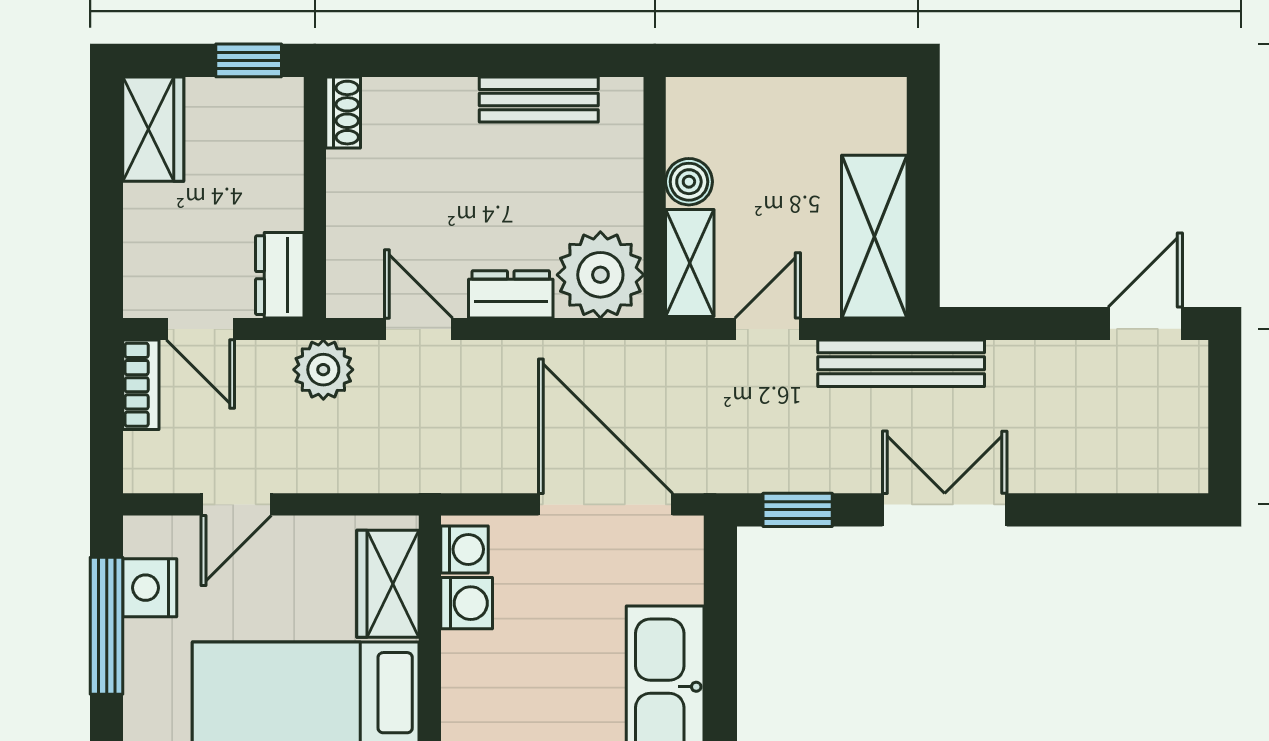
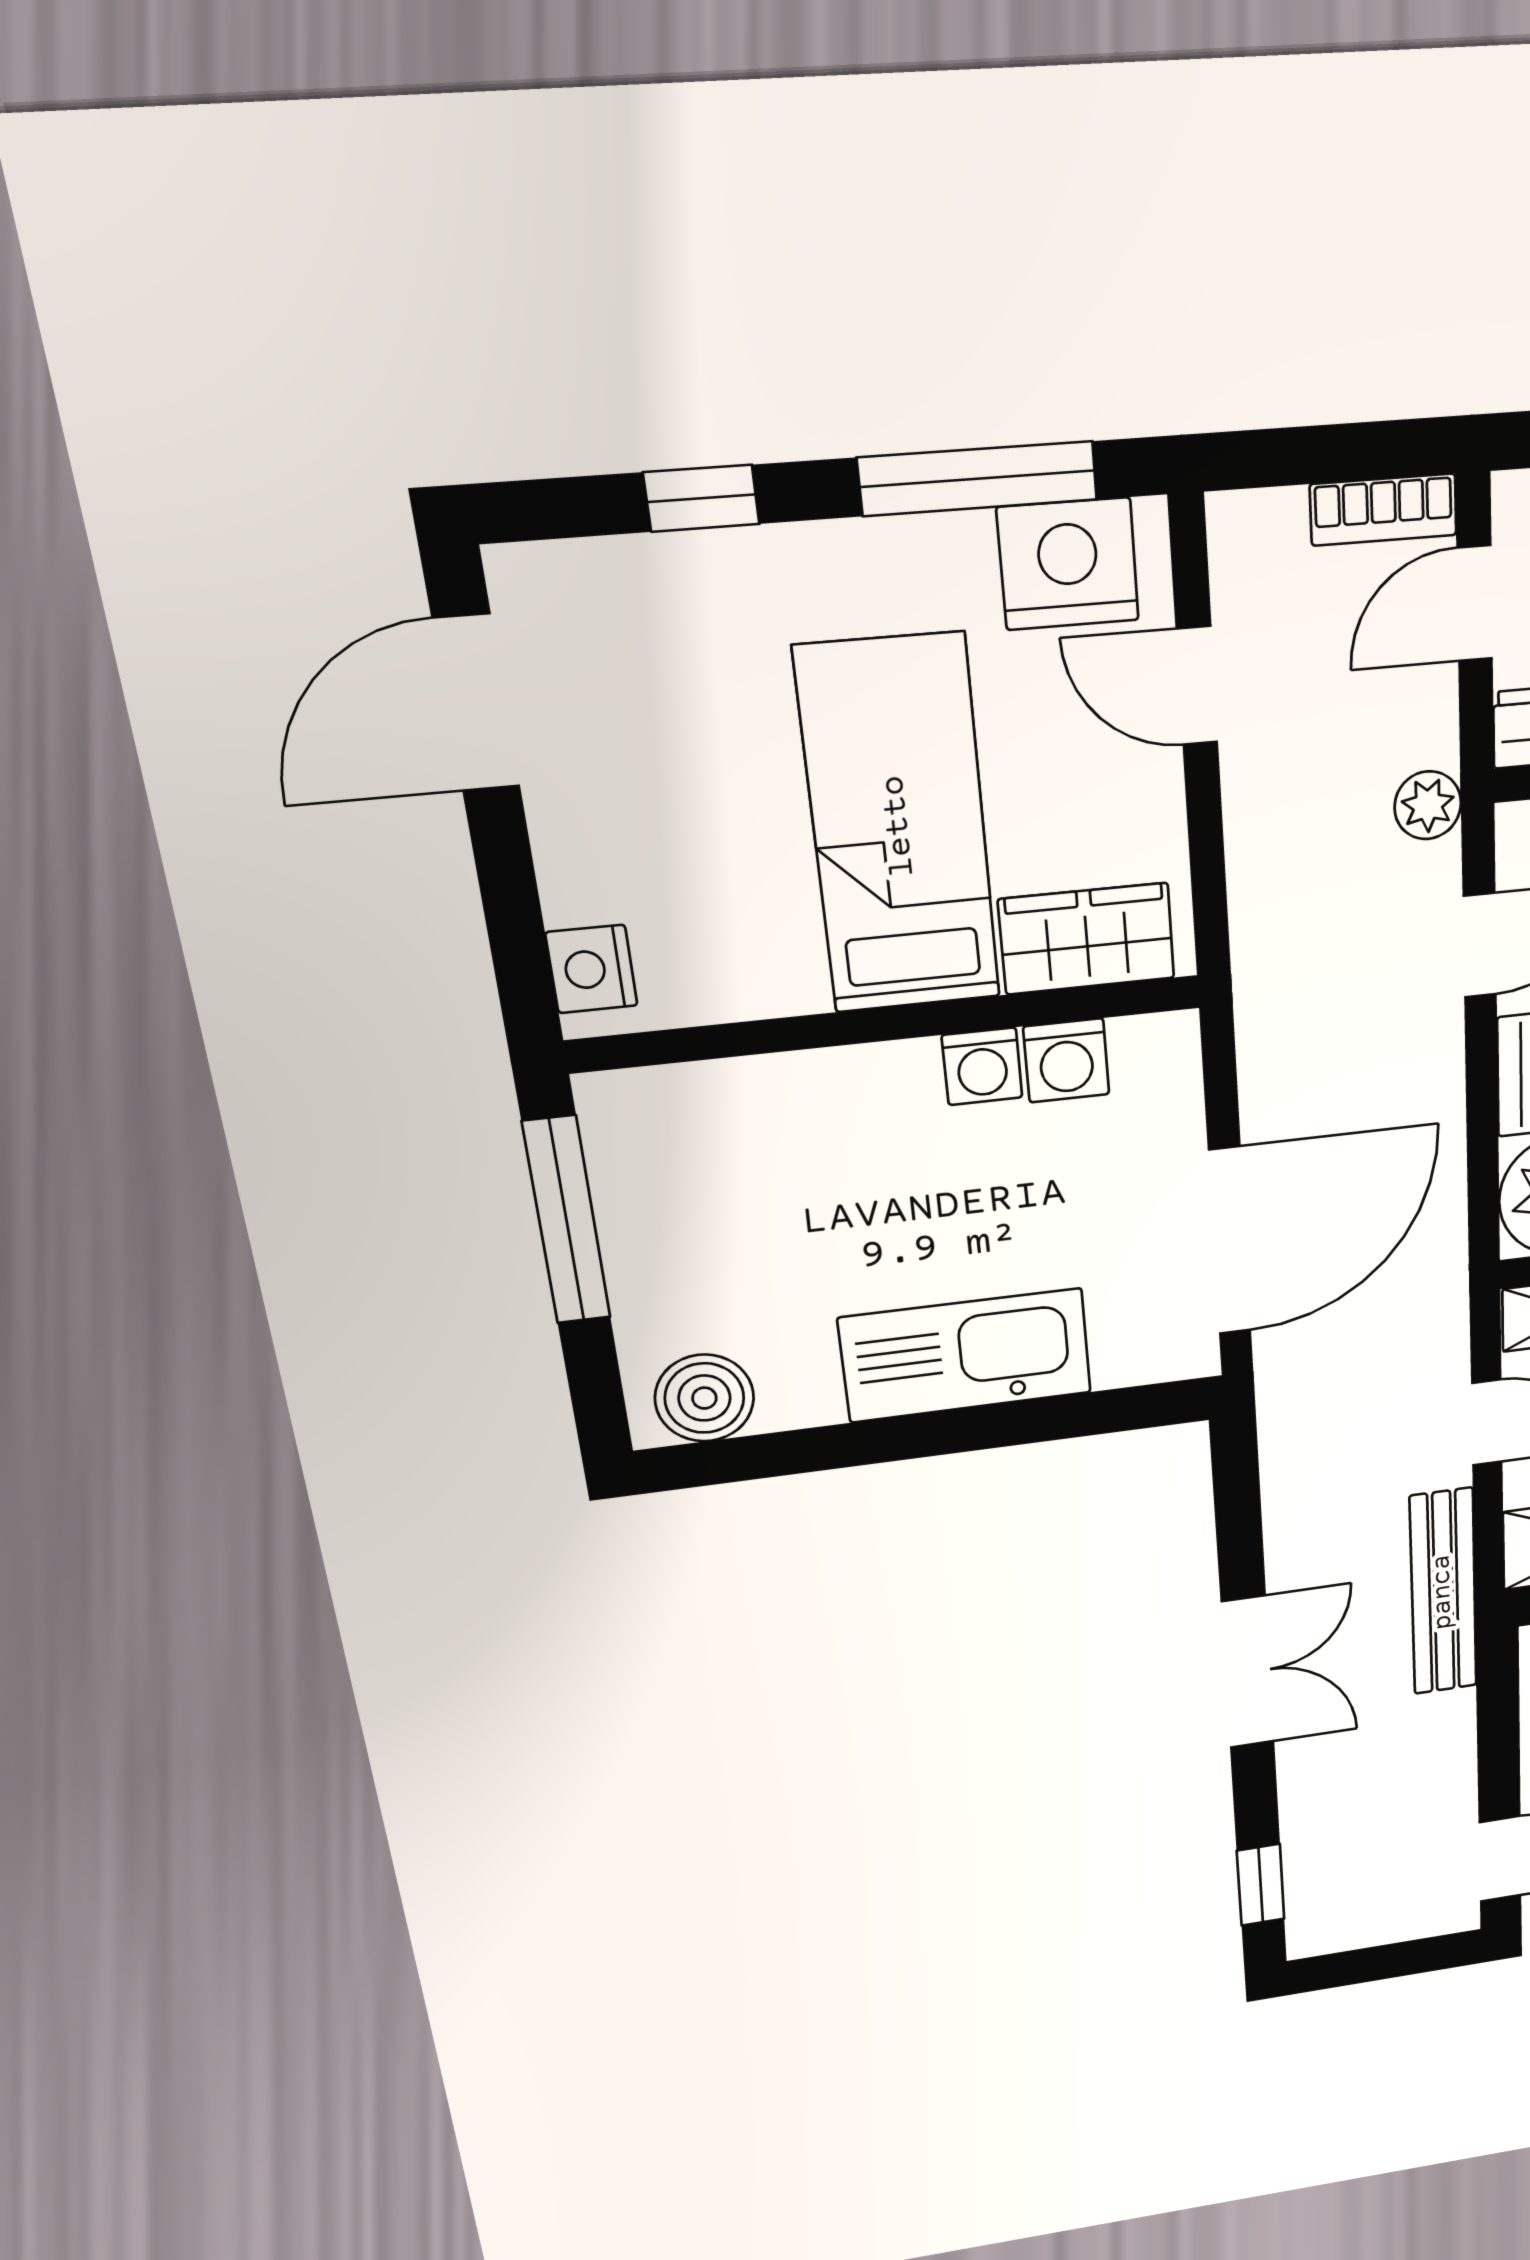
plant: (323, 370) -> (1428, 805), width x0.73, depth x0.73
window: (798, 510) -> (1261, 1885), moved
washing machine: (465, 549) -> (982, 1066), moved
nightstand: (150, 588) -> (1068, 564), width x1.36, depth x1.33

